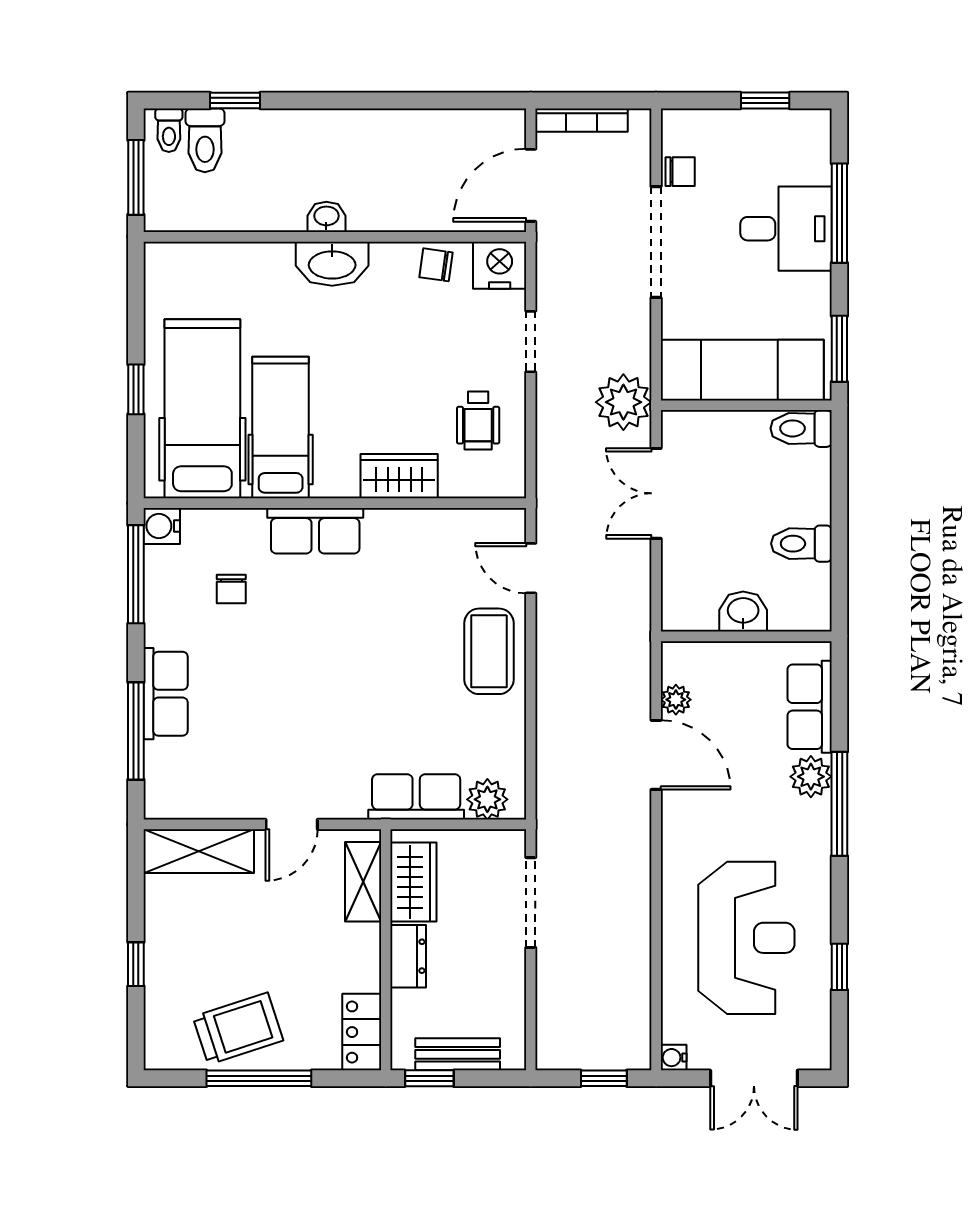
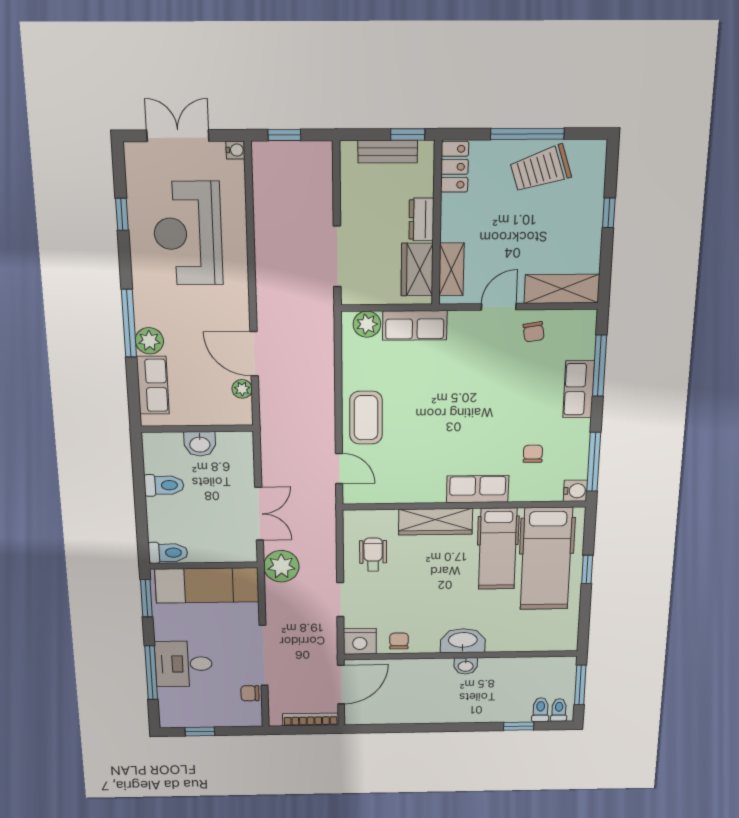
toilet: (205, 140) -> (541, 710), width x0.73, depth x0.72
chair: (436, 265) -> (399, 641), turned -98
wardrobe: (399, 476) -> (436, 522), width x1.50
chair: (238, 785) -> (534, 332), added

